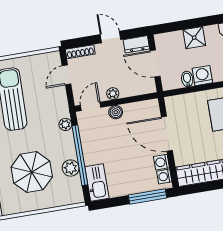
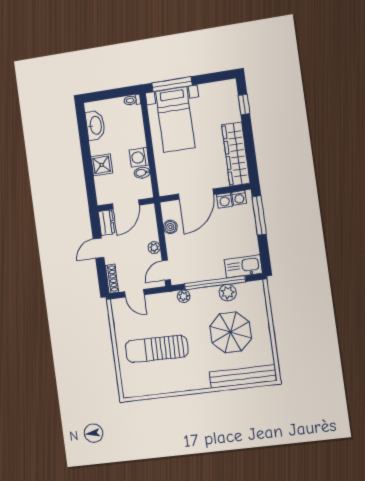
door: (91, 106) -> (166, 270), hinge flipped
boiler: (116, 112) -> (170, 227), moved

